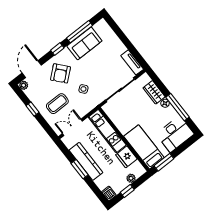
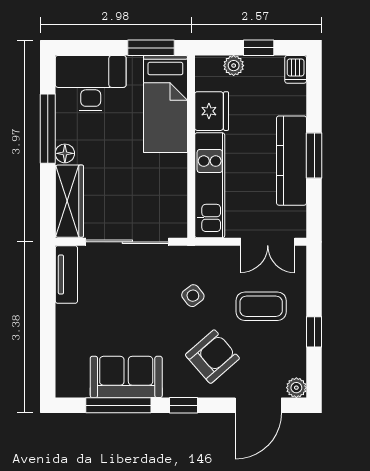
wardrobe: (154, 92) -> (69, 201), width x1.50

